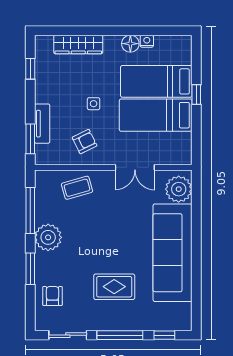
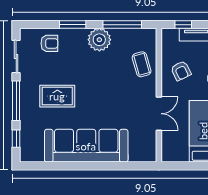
window: (30, 139) -> (183, 25), width x0.67
double door: (135, 167) -> (159, 114), swing flipped
plant: (179, 189) -> (140, 151), removed
rug: (114, 287) -> (57, 96), turned 90

